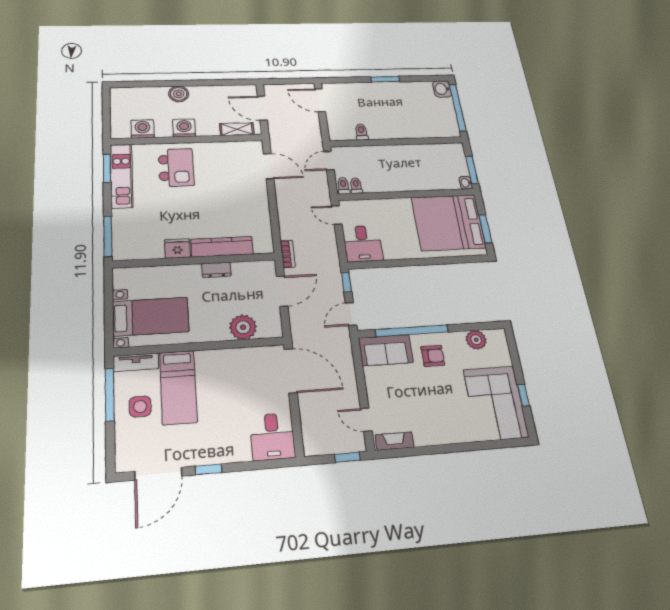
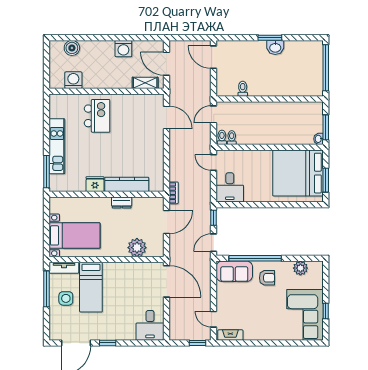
washbasin: (442, 89) -> (275, 47), moved, turned -90
boiler: (179, 94) -> (72, 48), moved
washing machine: (184, 128) -> (123, 49), moved, turned 180
window: (107, 168) -> (47, 114), removed
kitchen unit: (121, 176) -> (57, 146), moved

